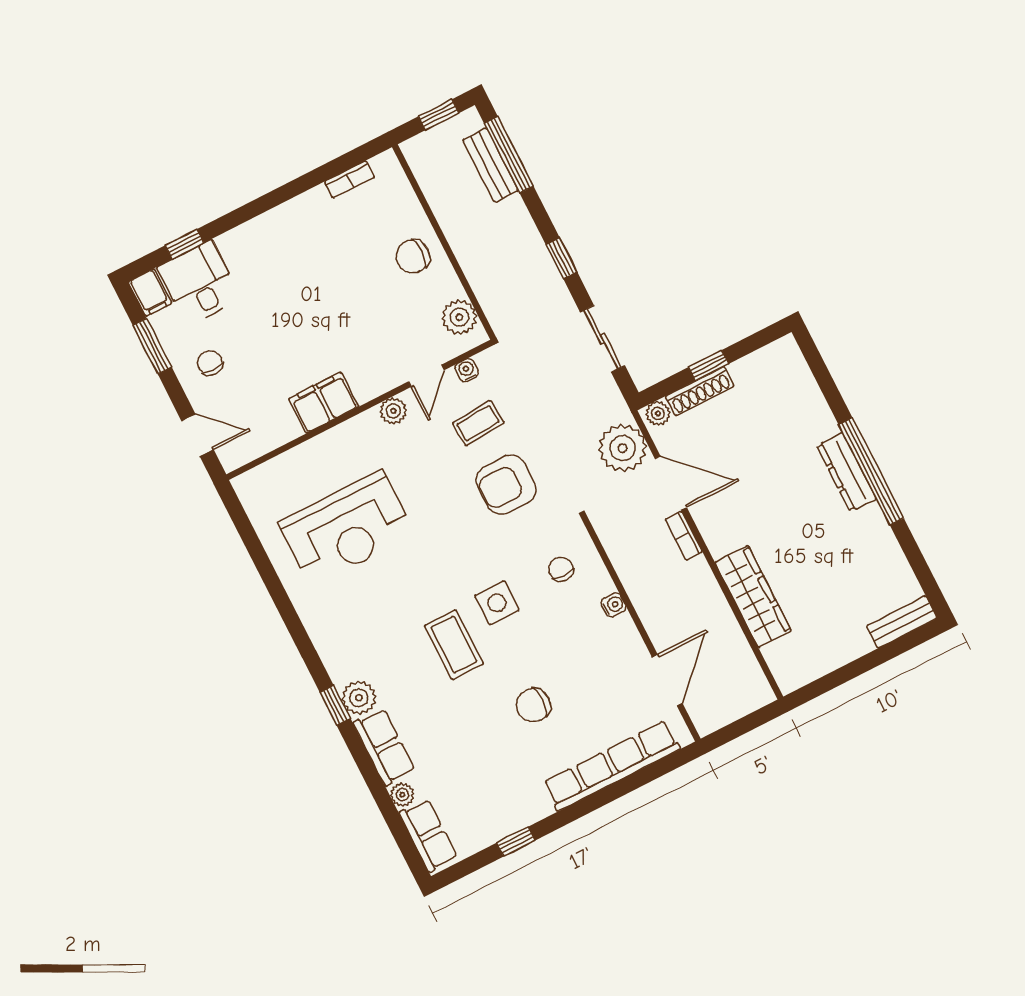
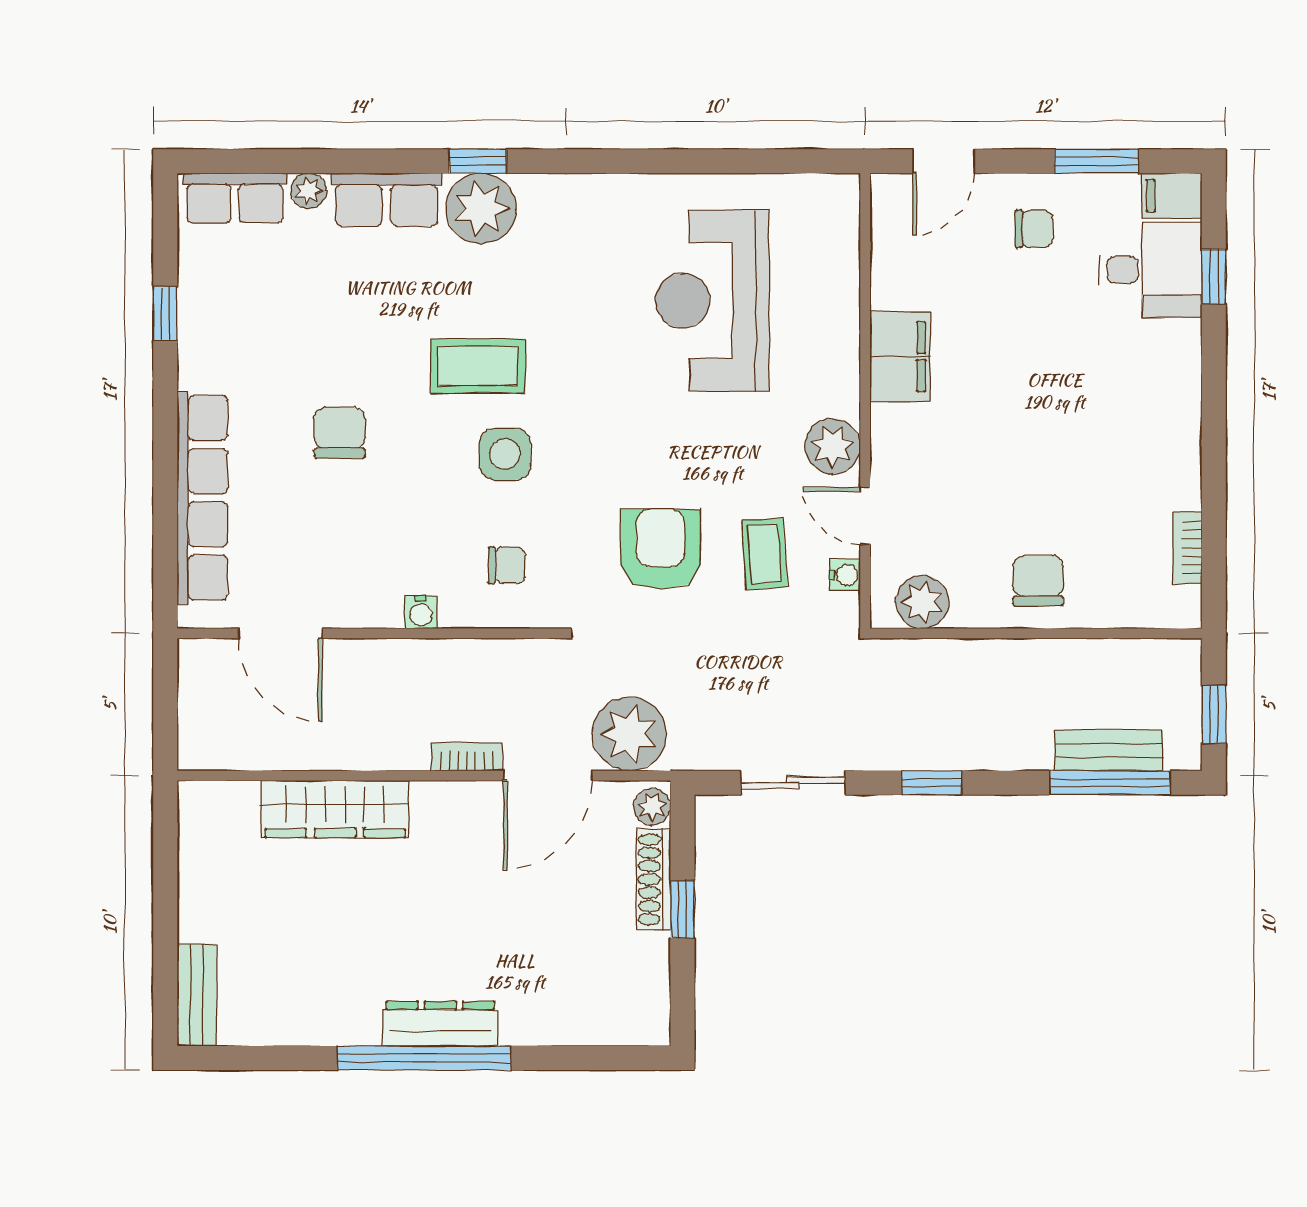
plant: (393, 411) -> (833, 446), width x1.38, depth x1.38
plant: (359, 698) -> (481, 208), width x1.36, depth x1.36

